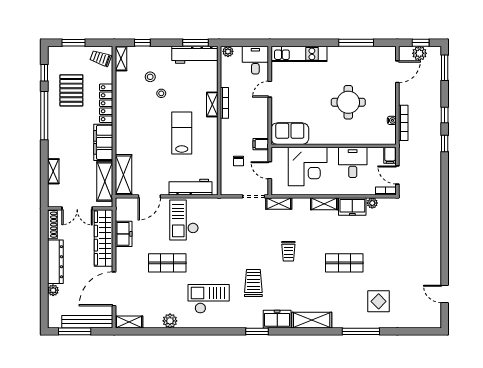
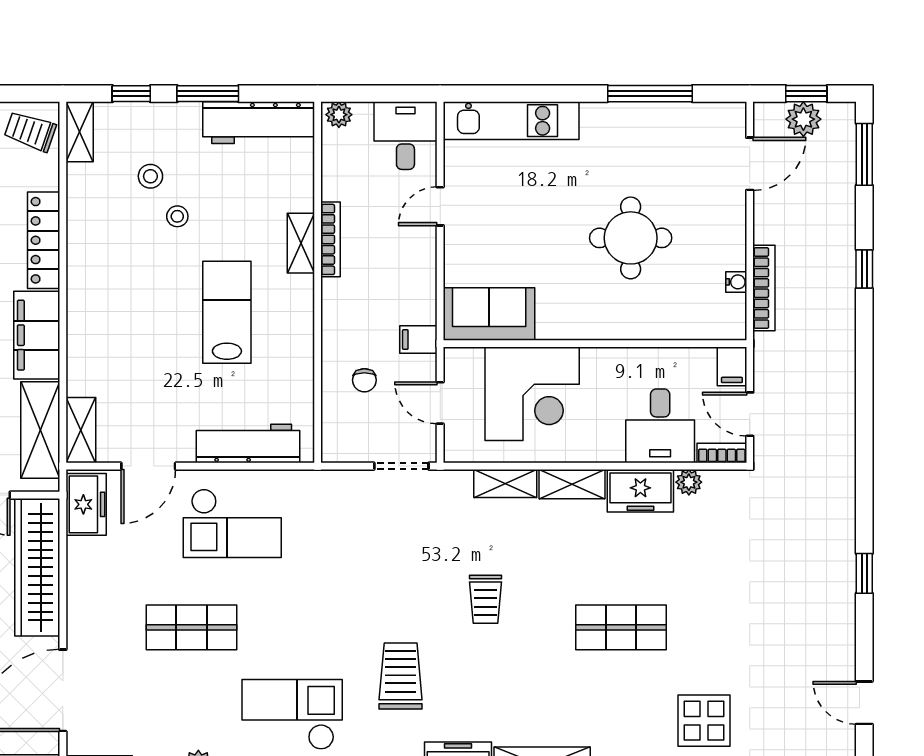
window: (195, 43) -> (208, 94), moved
window: (445, 143) -> (864, 573), moved
desk: (353, 162) -> (660, 426), moved, turned 180
shelving: (124, 175) -> (81, 430), width x0.67, depth x0.75
shelving: (279, 204) -> (505, 483), moved
checkout: (184, 220) -> (232, 523), turned -90
freezer: (124, 234) -> (86, 504), moved

